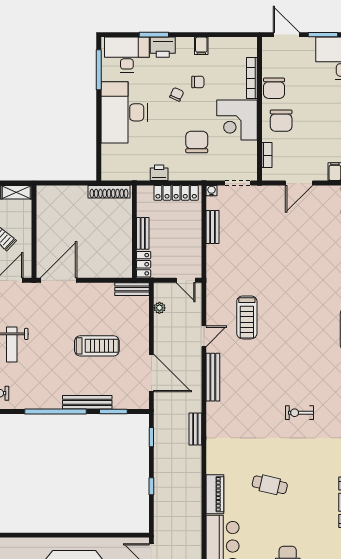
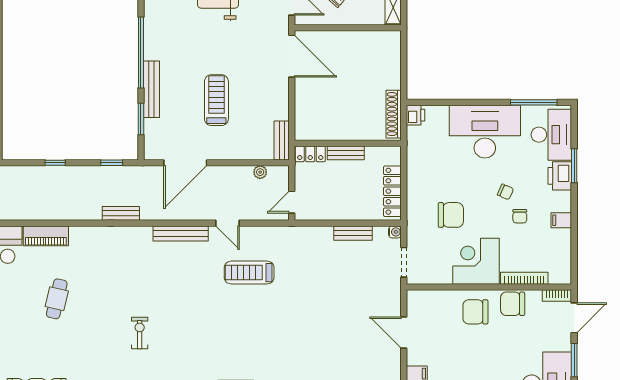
bookcase: (267, 155) -> (557, 295), moved
printer: (159, 173) -> (415, 115), moved
treadmill: (97, 346) -> (216, 100), turned 180

